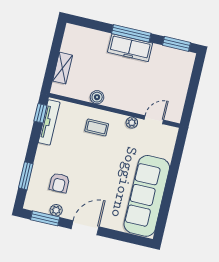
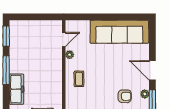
freezer: (130, 48) -> (16, 89), moved
boiler: (97, 97) -> (57, 84), removed
door: (154, 120) -> (64, 39), swing flipped

